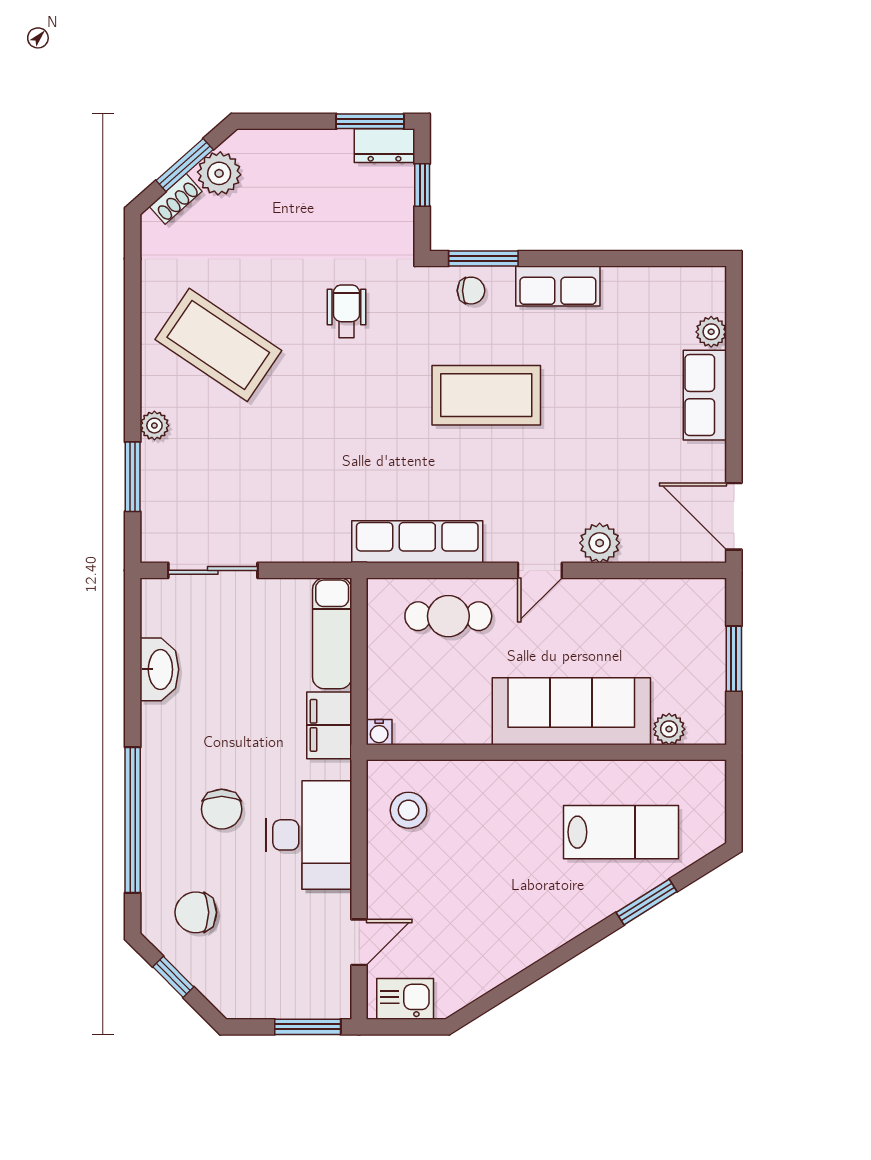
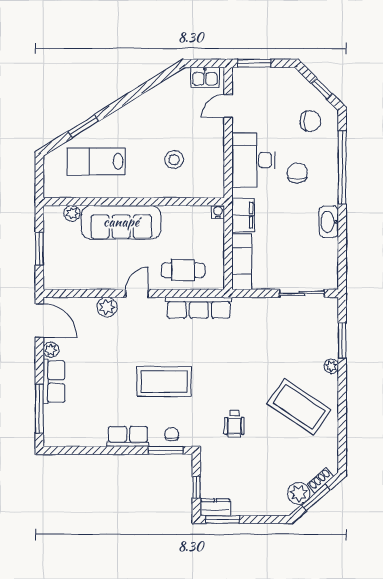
chair: (471, 291) -> (172, 434), turned 90
plant: (711, 332) -> (51, 350), moved
window: (734, 342) -> (39, 409), added
washbasin: (159, 669) -> (329, 222), moved
stool: (409, 810) -> (174, 160), moved

